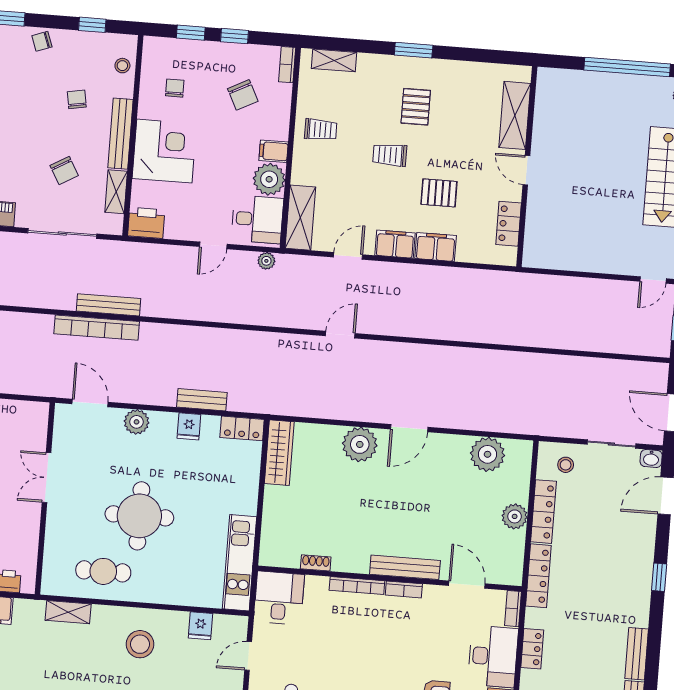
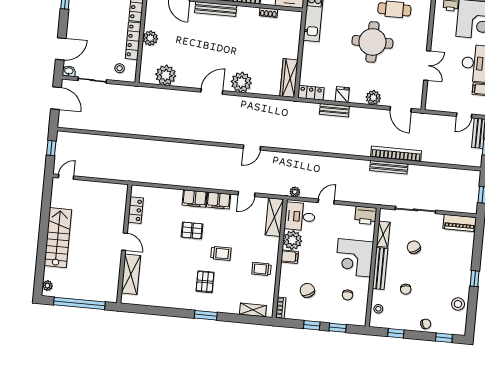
shelving: (515, 115) -> (131, 274), moved
wall: (527, 167) -> (124, 244), moved
door: (526, 170) -> (124, 242), moved
locker: (509, 224) -> (136, 210), moved

